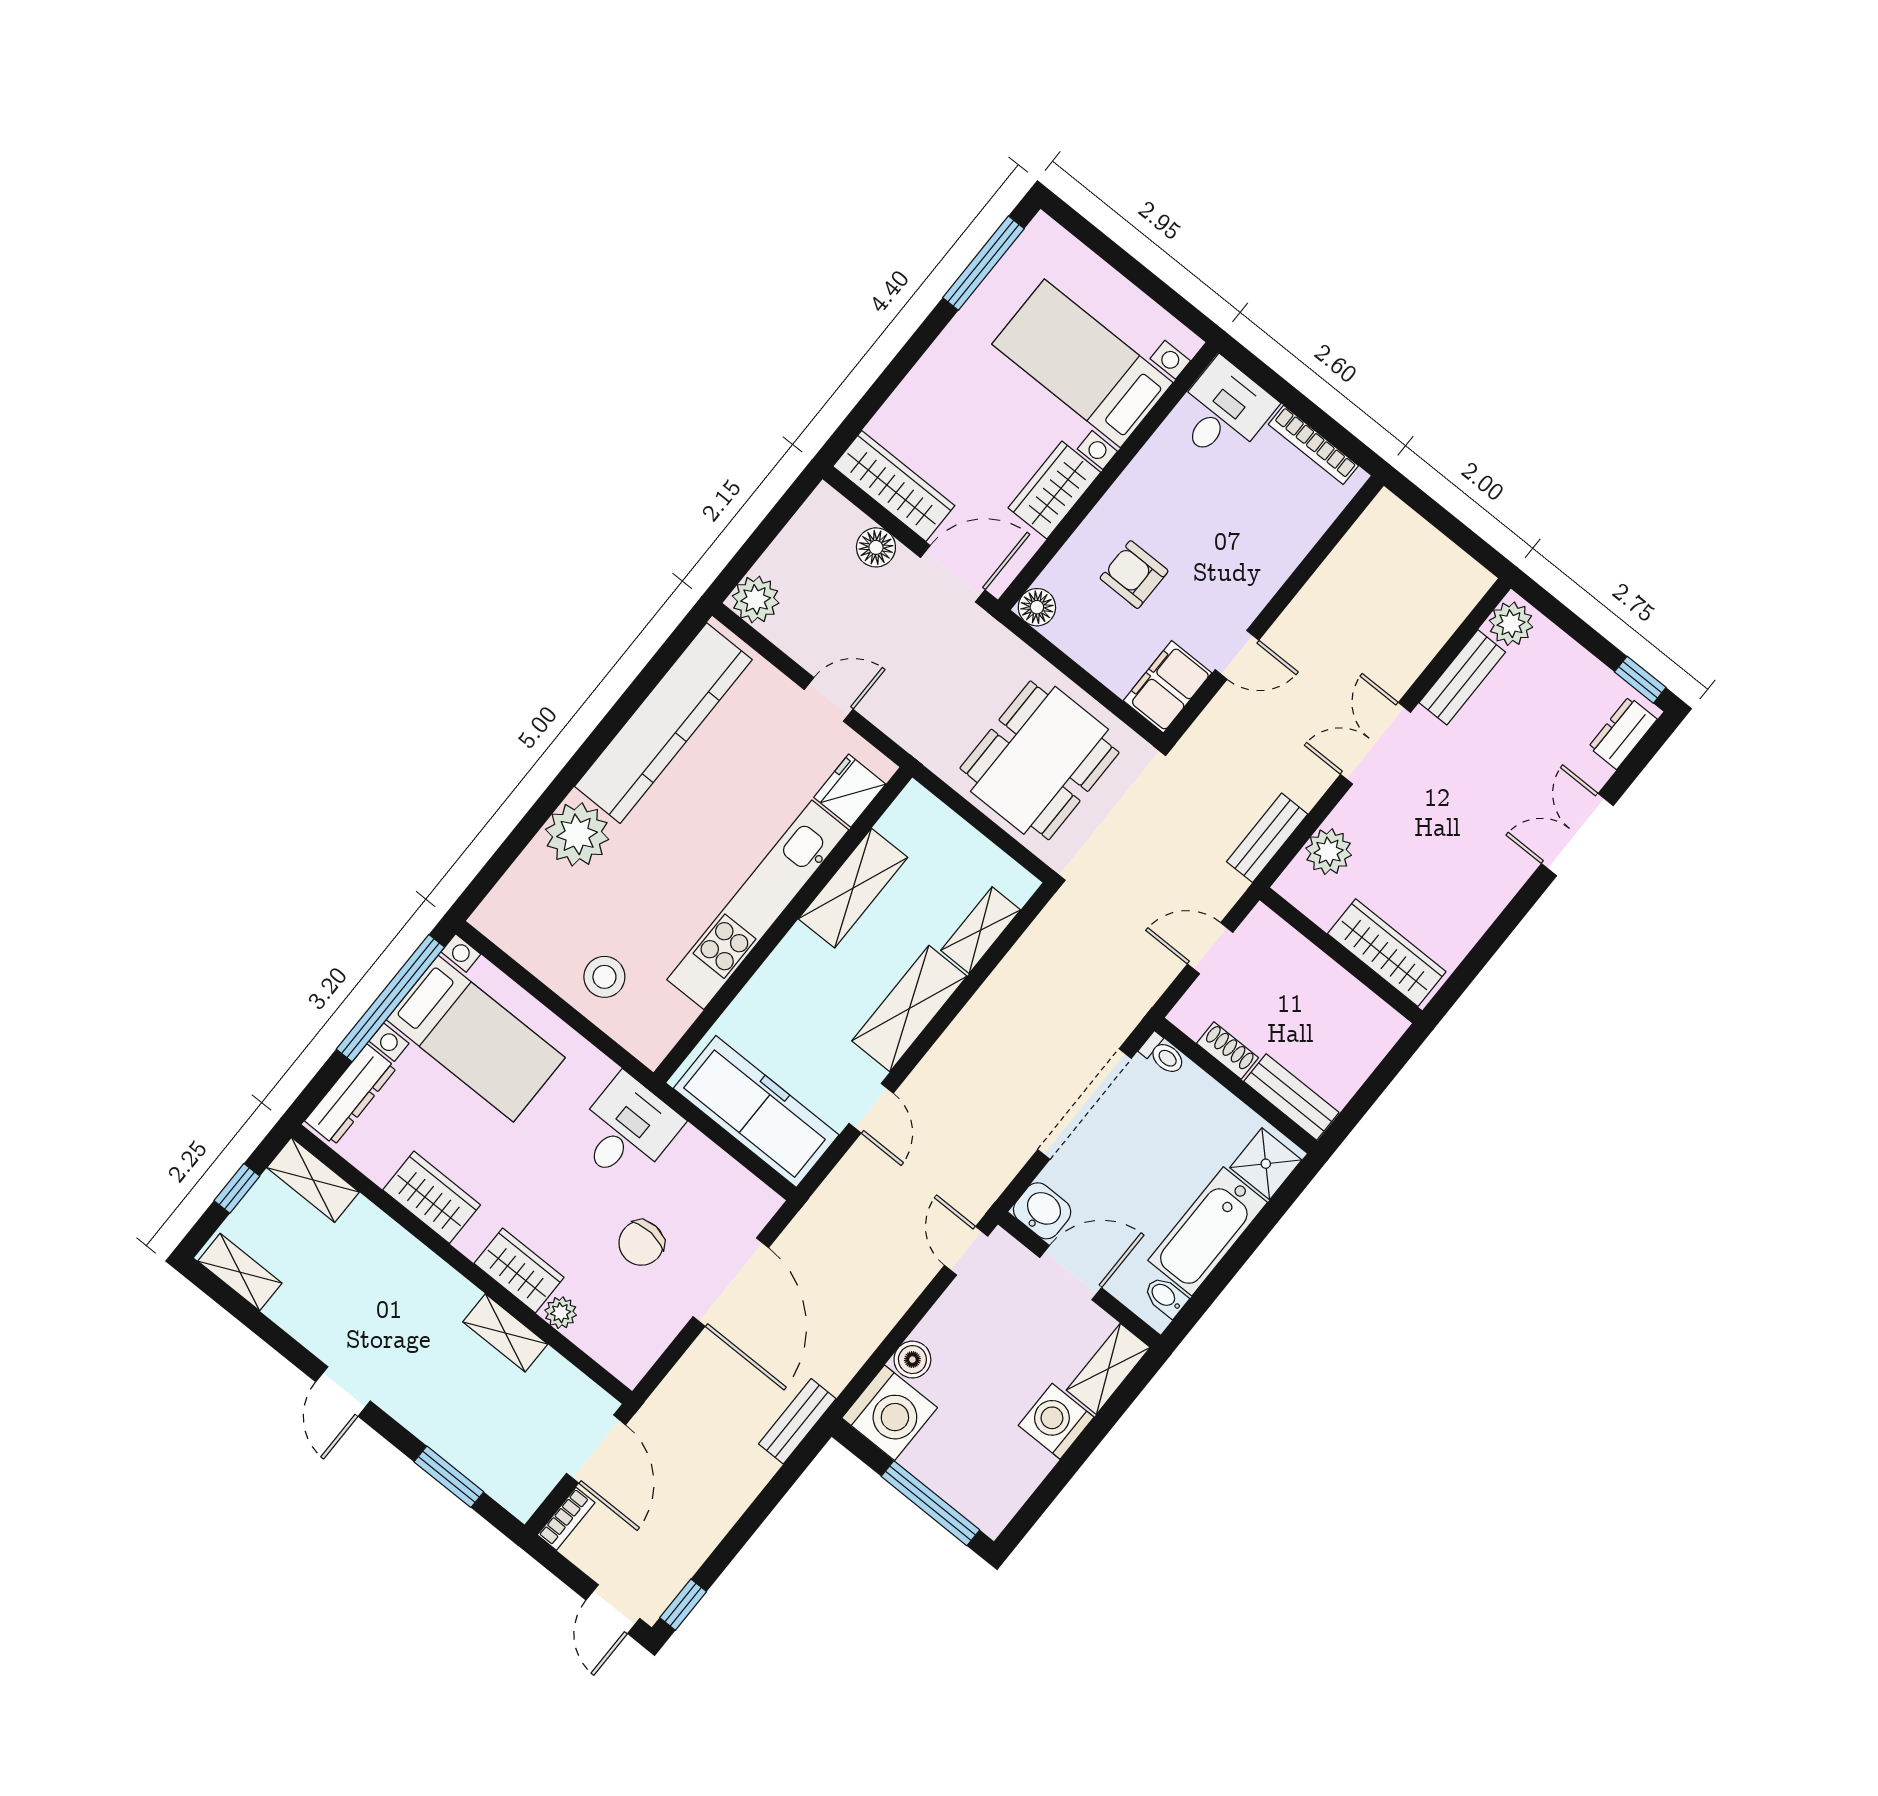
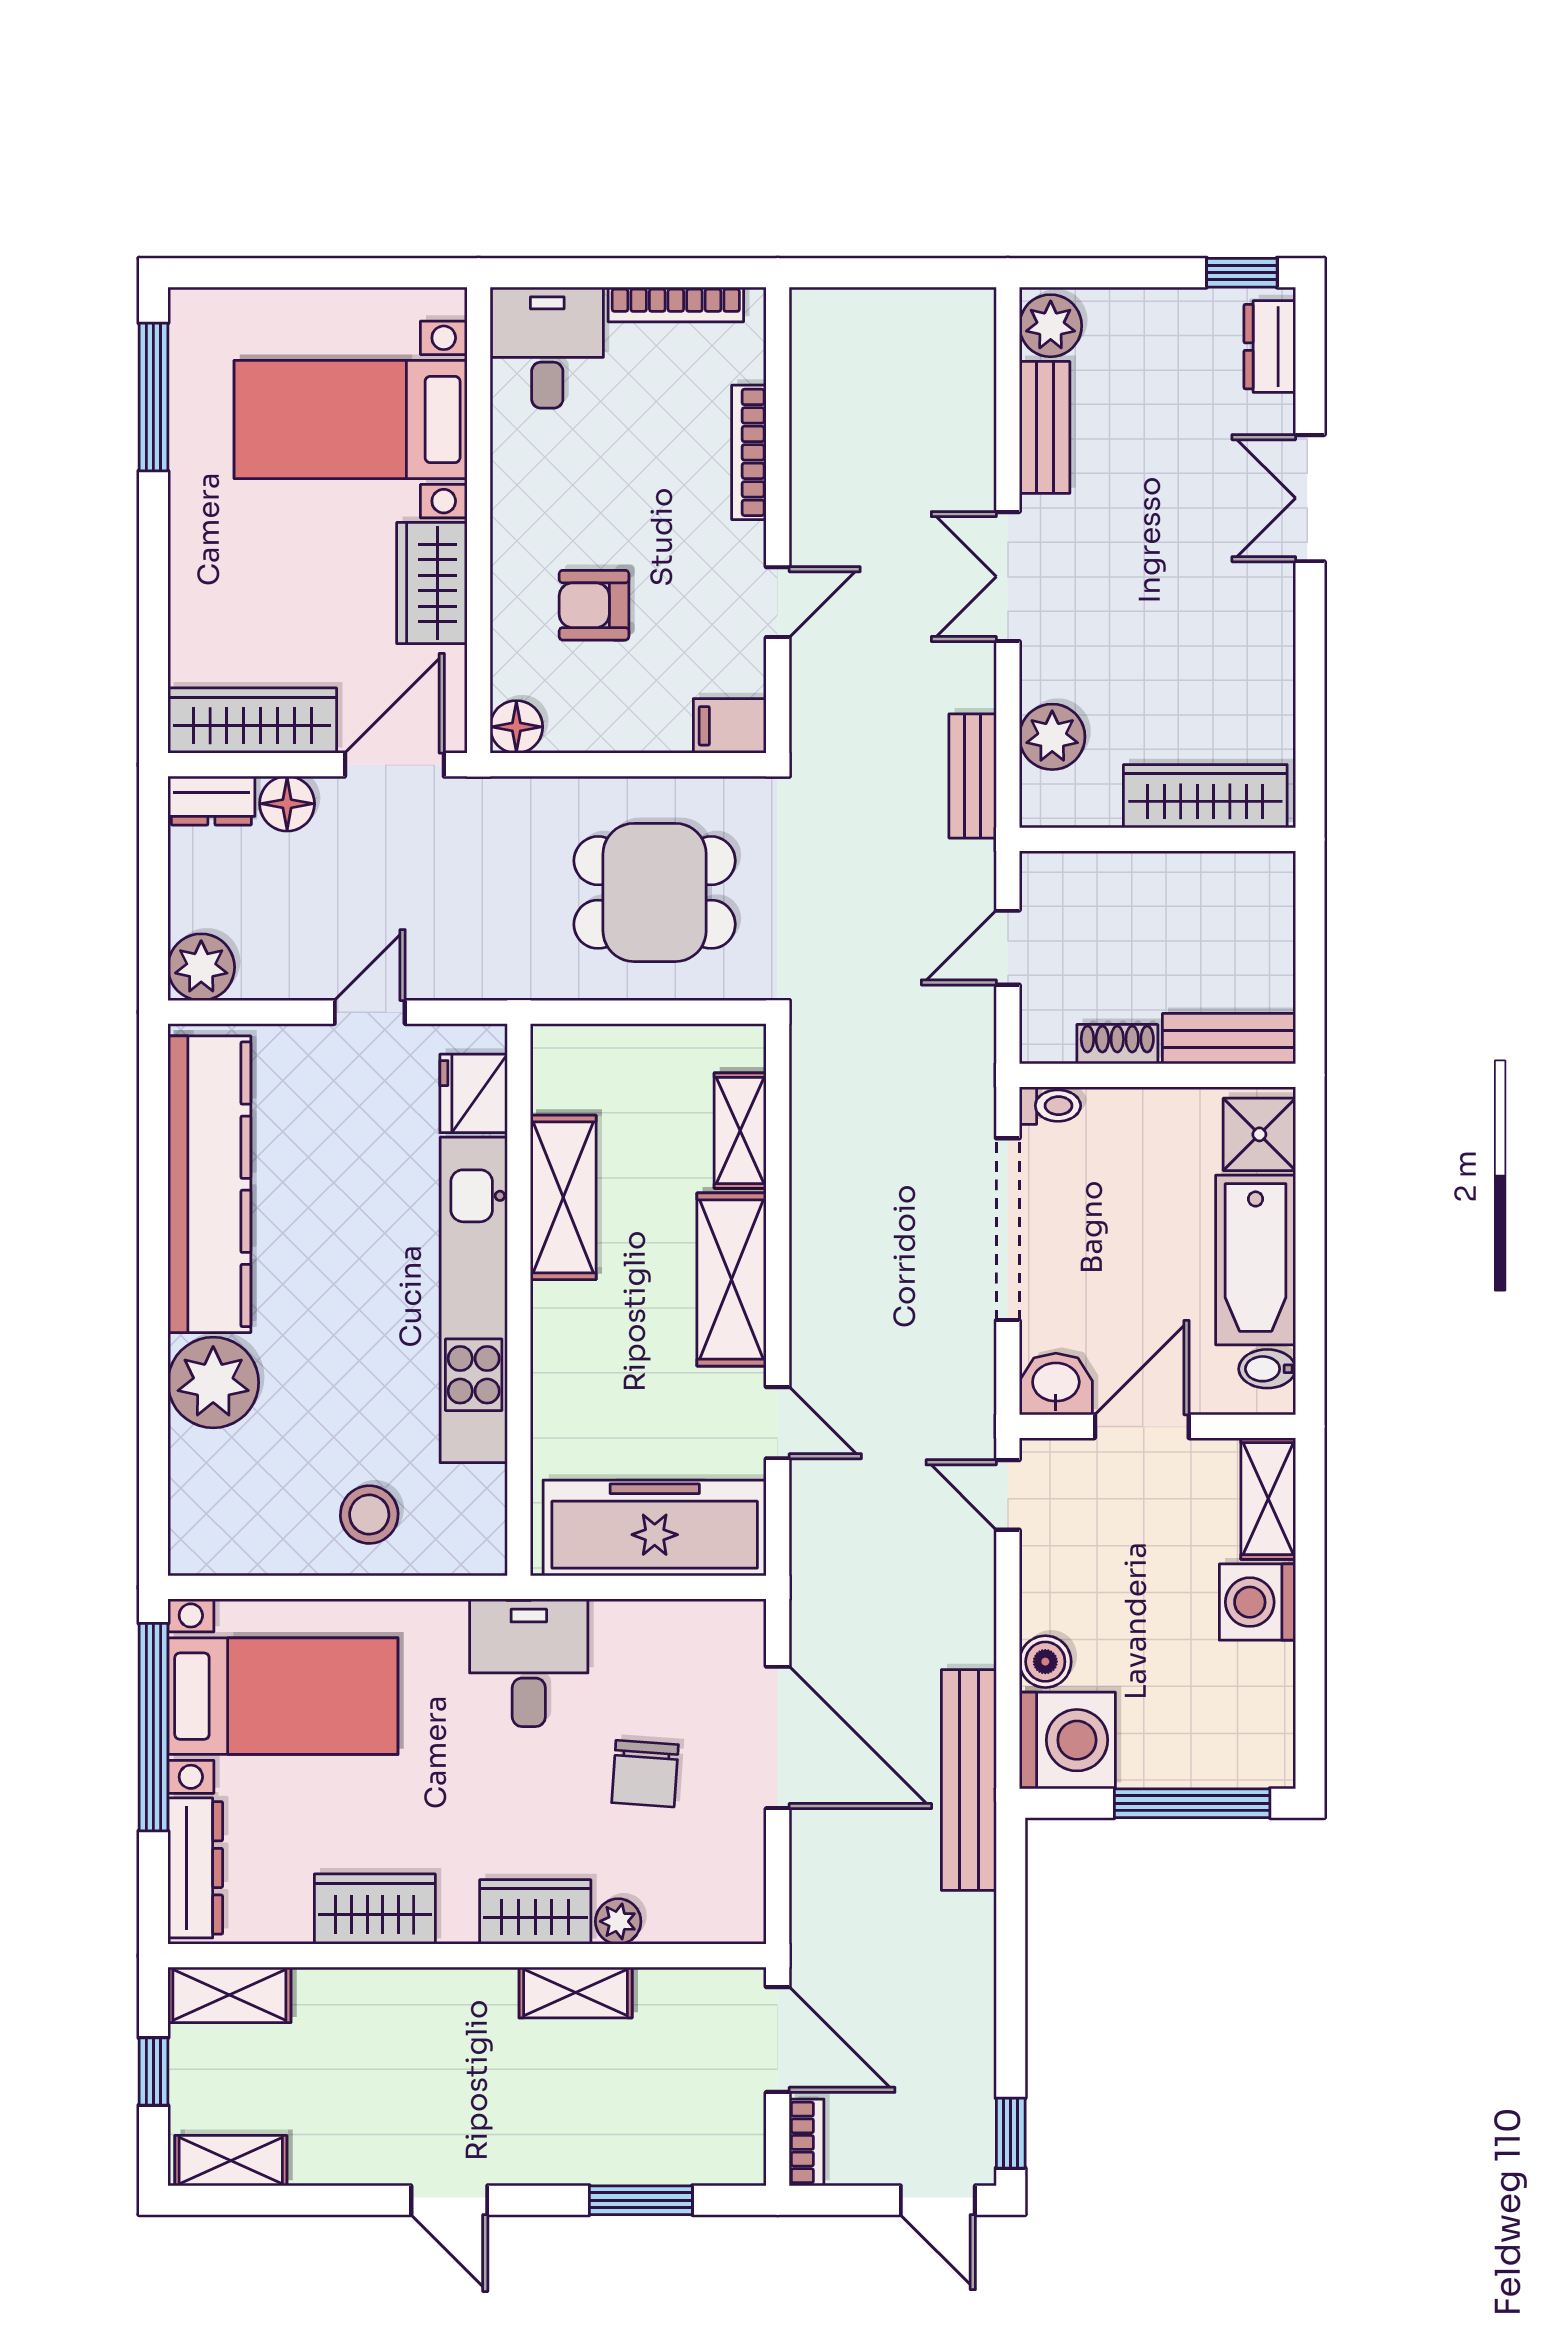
dresser: (836, 512) -> (211, 801), added
bookcase: (1288, 559) -> (749, 452), added
filing cabinet: (1167, 687) -> (730, 726), width x0.50
dining table: (1039, 760) -> (655, 892), width x0.73
bench: (797, 1421) -> (969, 1780), width x1.86, depth x1.21

